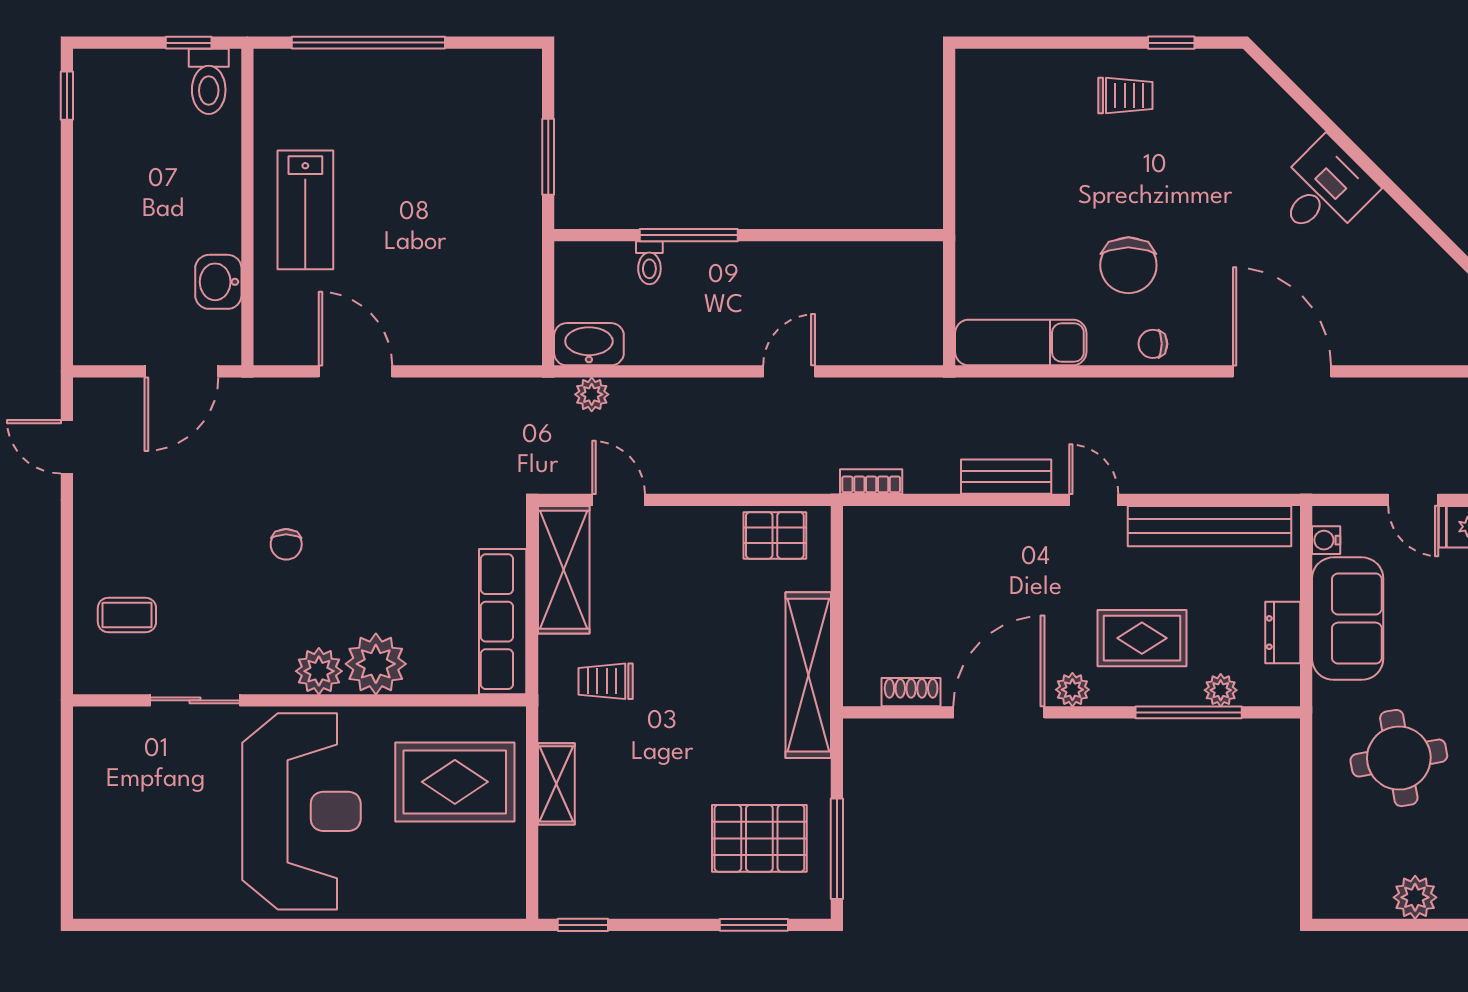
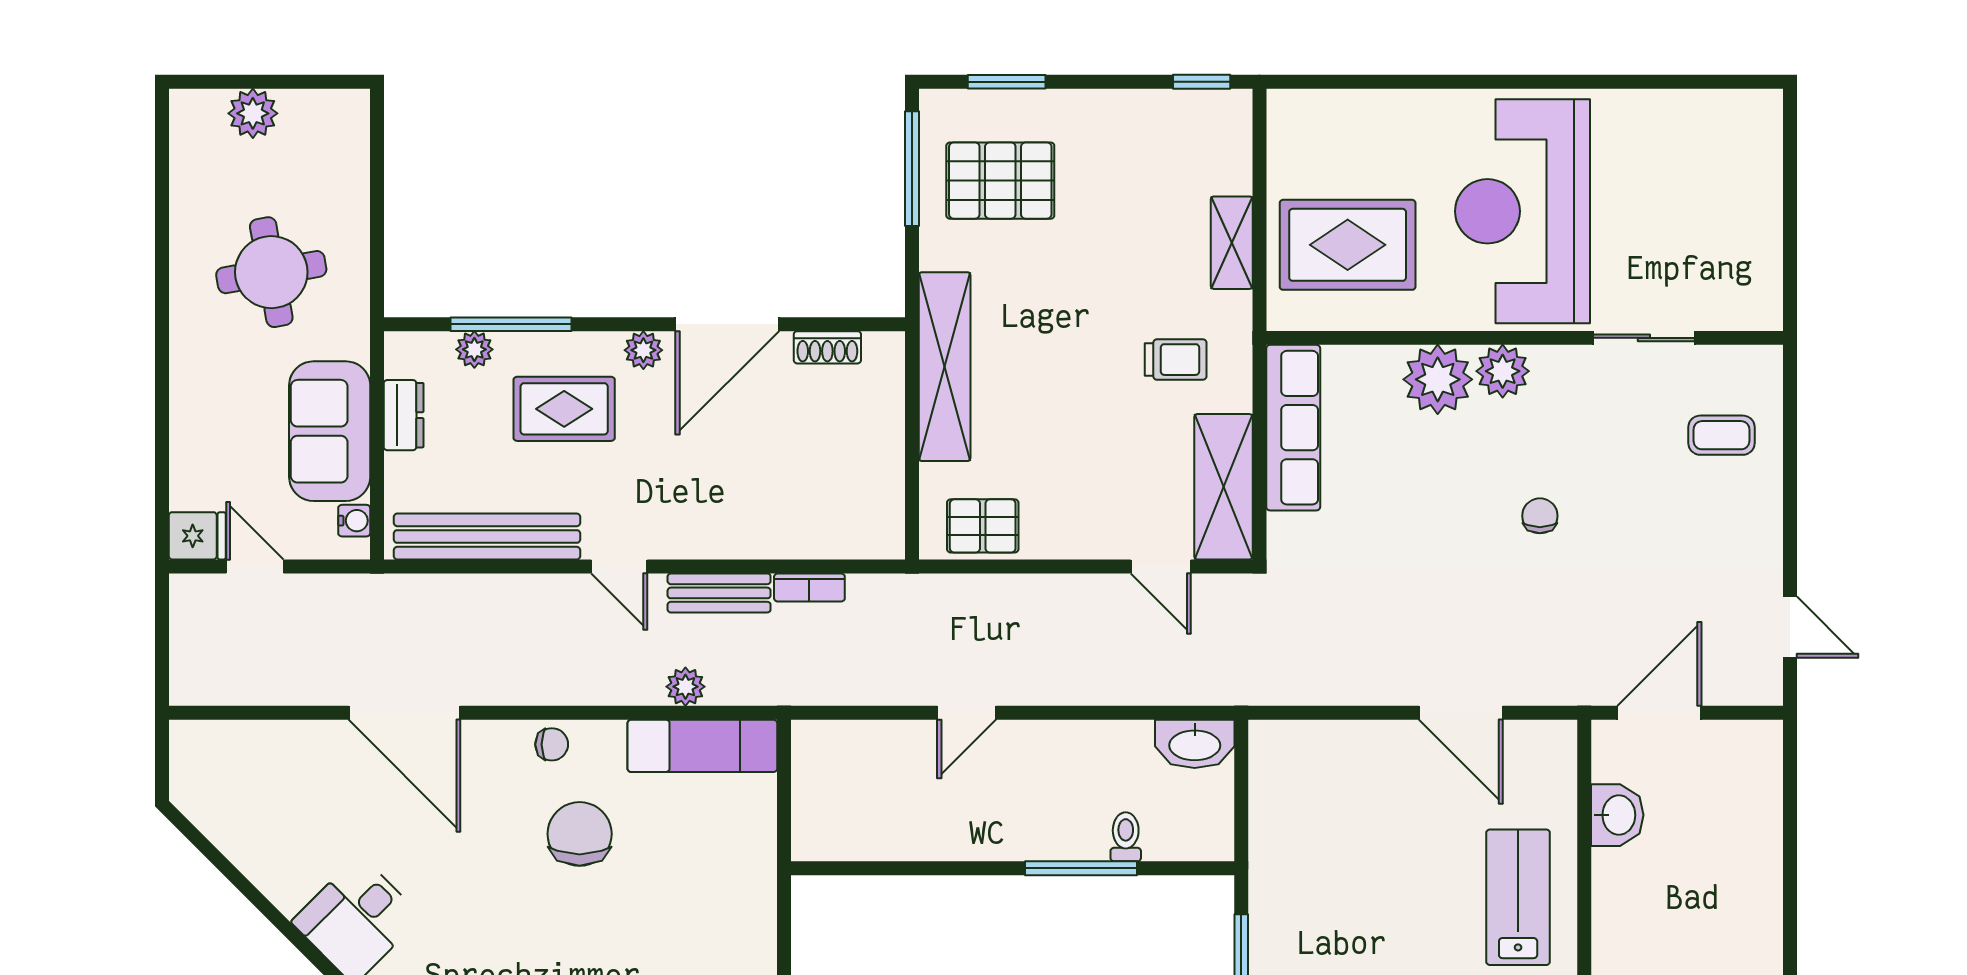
plant: (592, 394) -> (685, 687), moved
bookcase: (871, 481) -> (809, 587), moved

